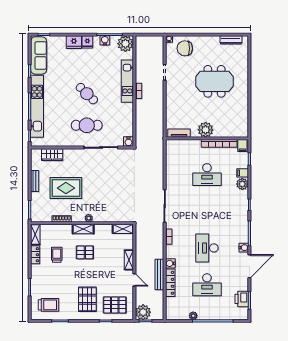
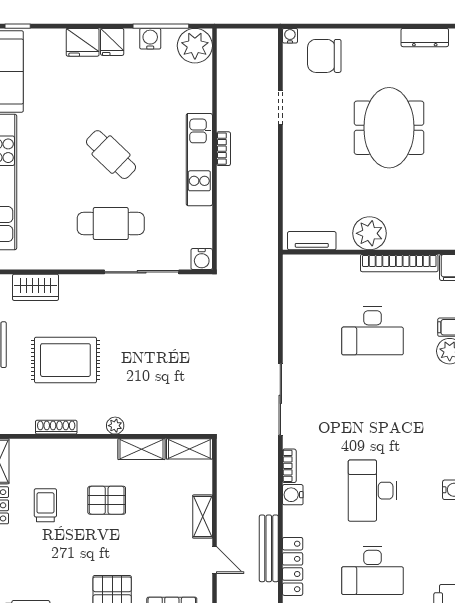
kitchen unit: (127, 81) -> (199, 160), moved
meeting table: (215, 81) -> (389, 128), turned 90
shelving: (83, 229) -> (141, 449), moved
water cooler: (170, 263) -> (293, 495), moved

